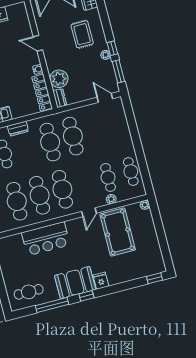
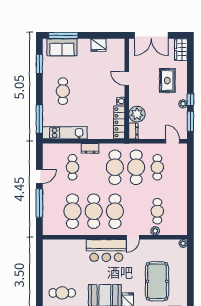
cafe table: (131, 172) -> (157, 167), moved
pool table: (118, 232) -> (157, 281), moved
bar counter: (46, 239) -> (106, 250), moved

